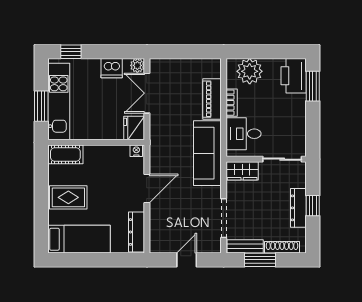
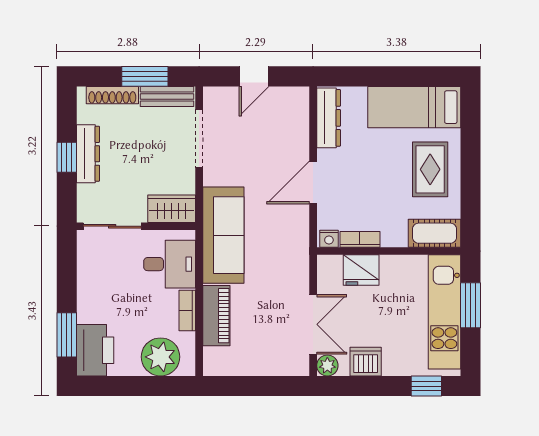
fridge: (134, 128) -> (361, 270), moved, turned 90
bookcase: (116, 150) -> (360, 239), added
rug: (68, 197) -> (430, 169), turned 90

